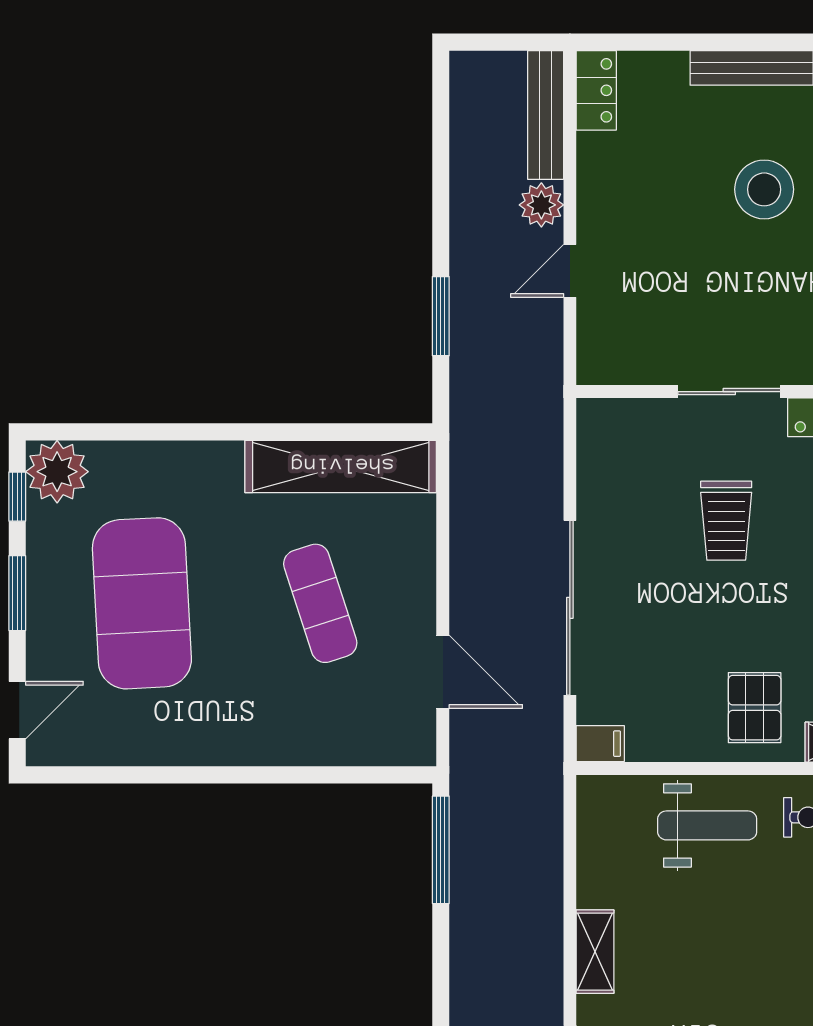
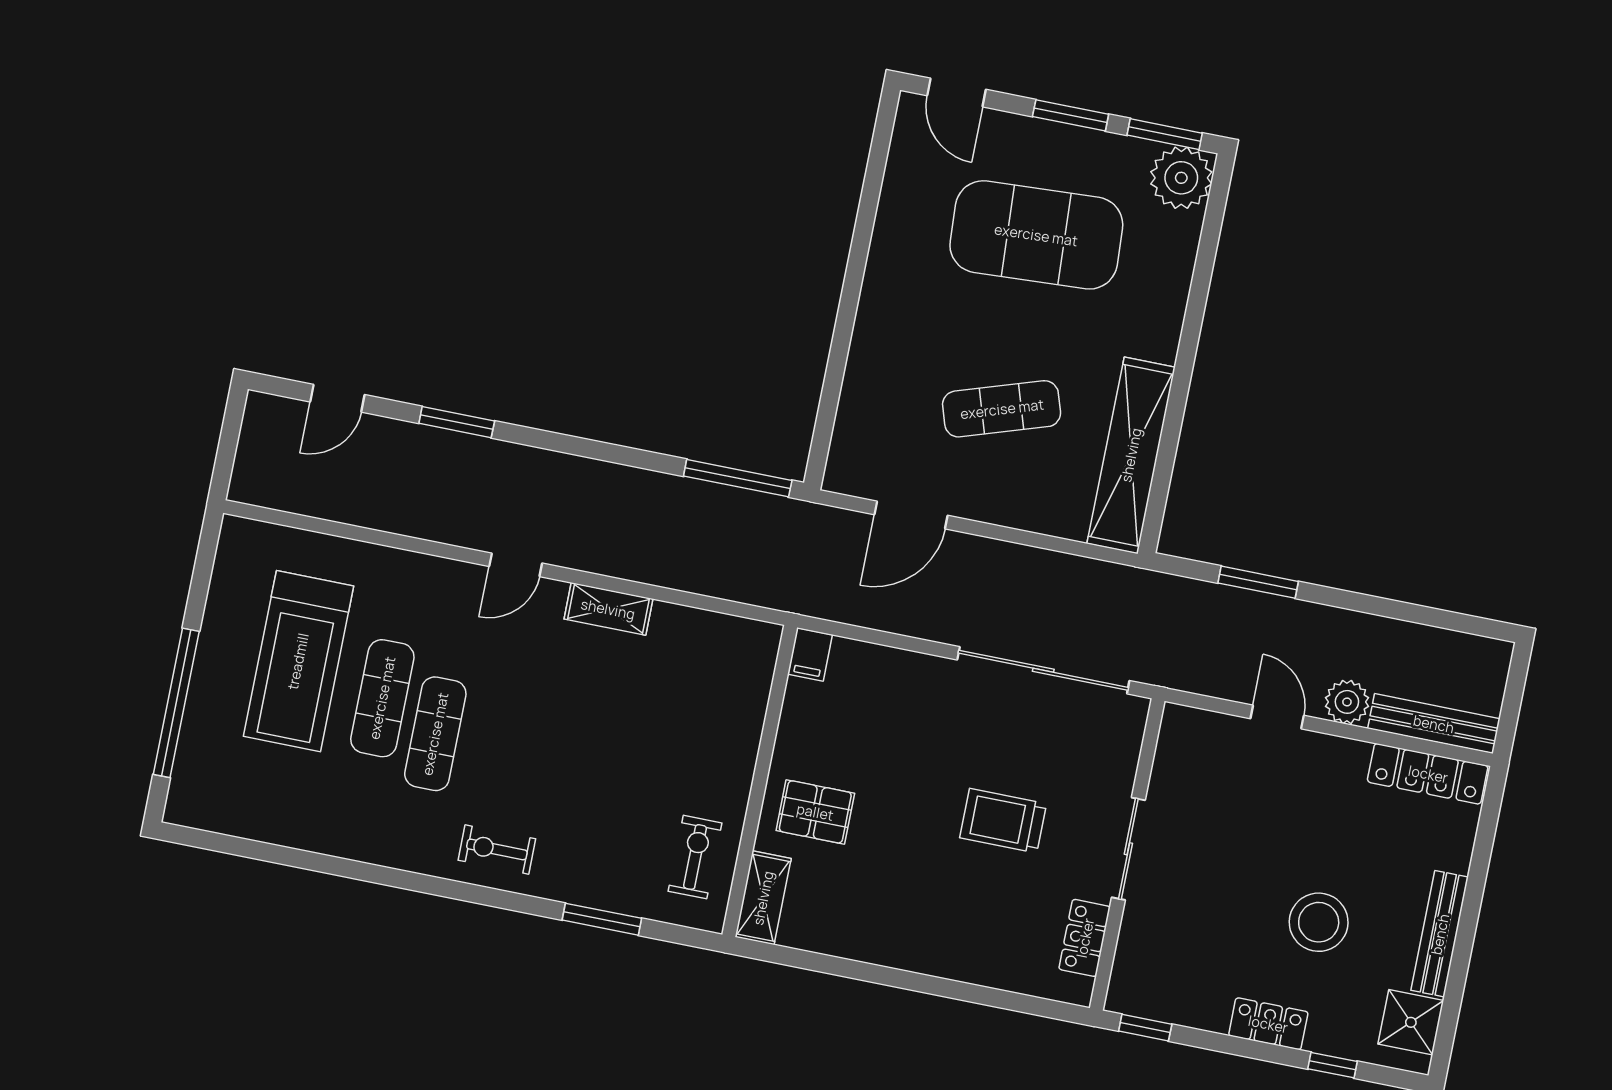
locker: (596, 90) -> (1428, 774), width x1.53
window: (17, 497) -> (1165, 134), width x1.50
sliding door: (570, 608) -> (1043, 670), moved
weight bench: (707, 825) -> (710, 743), removed

